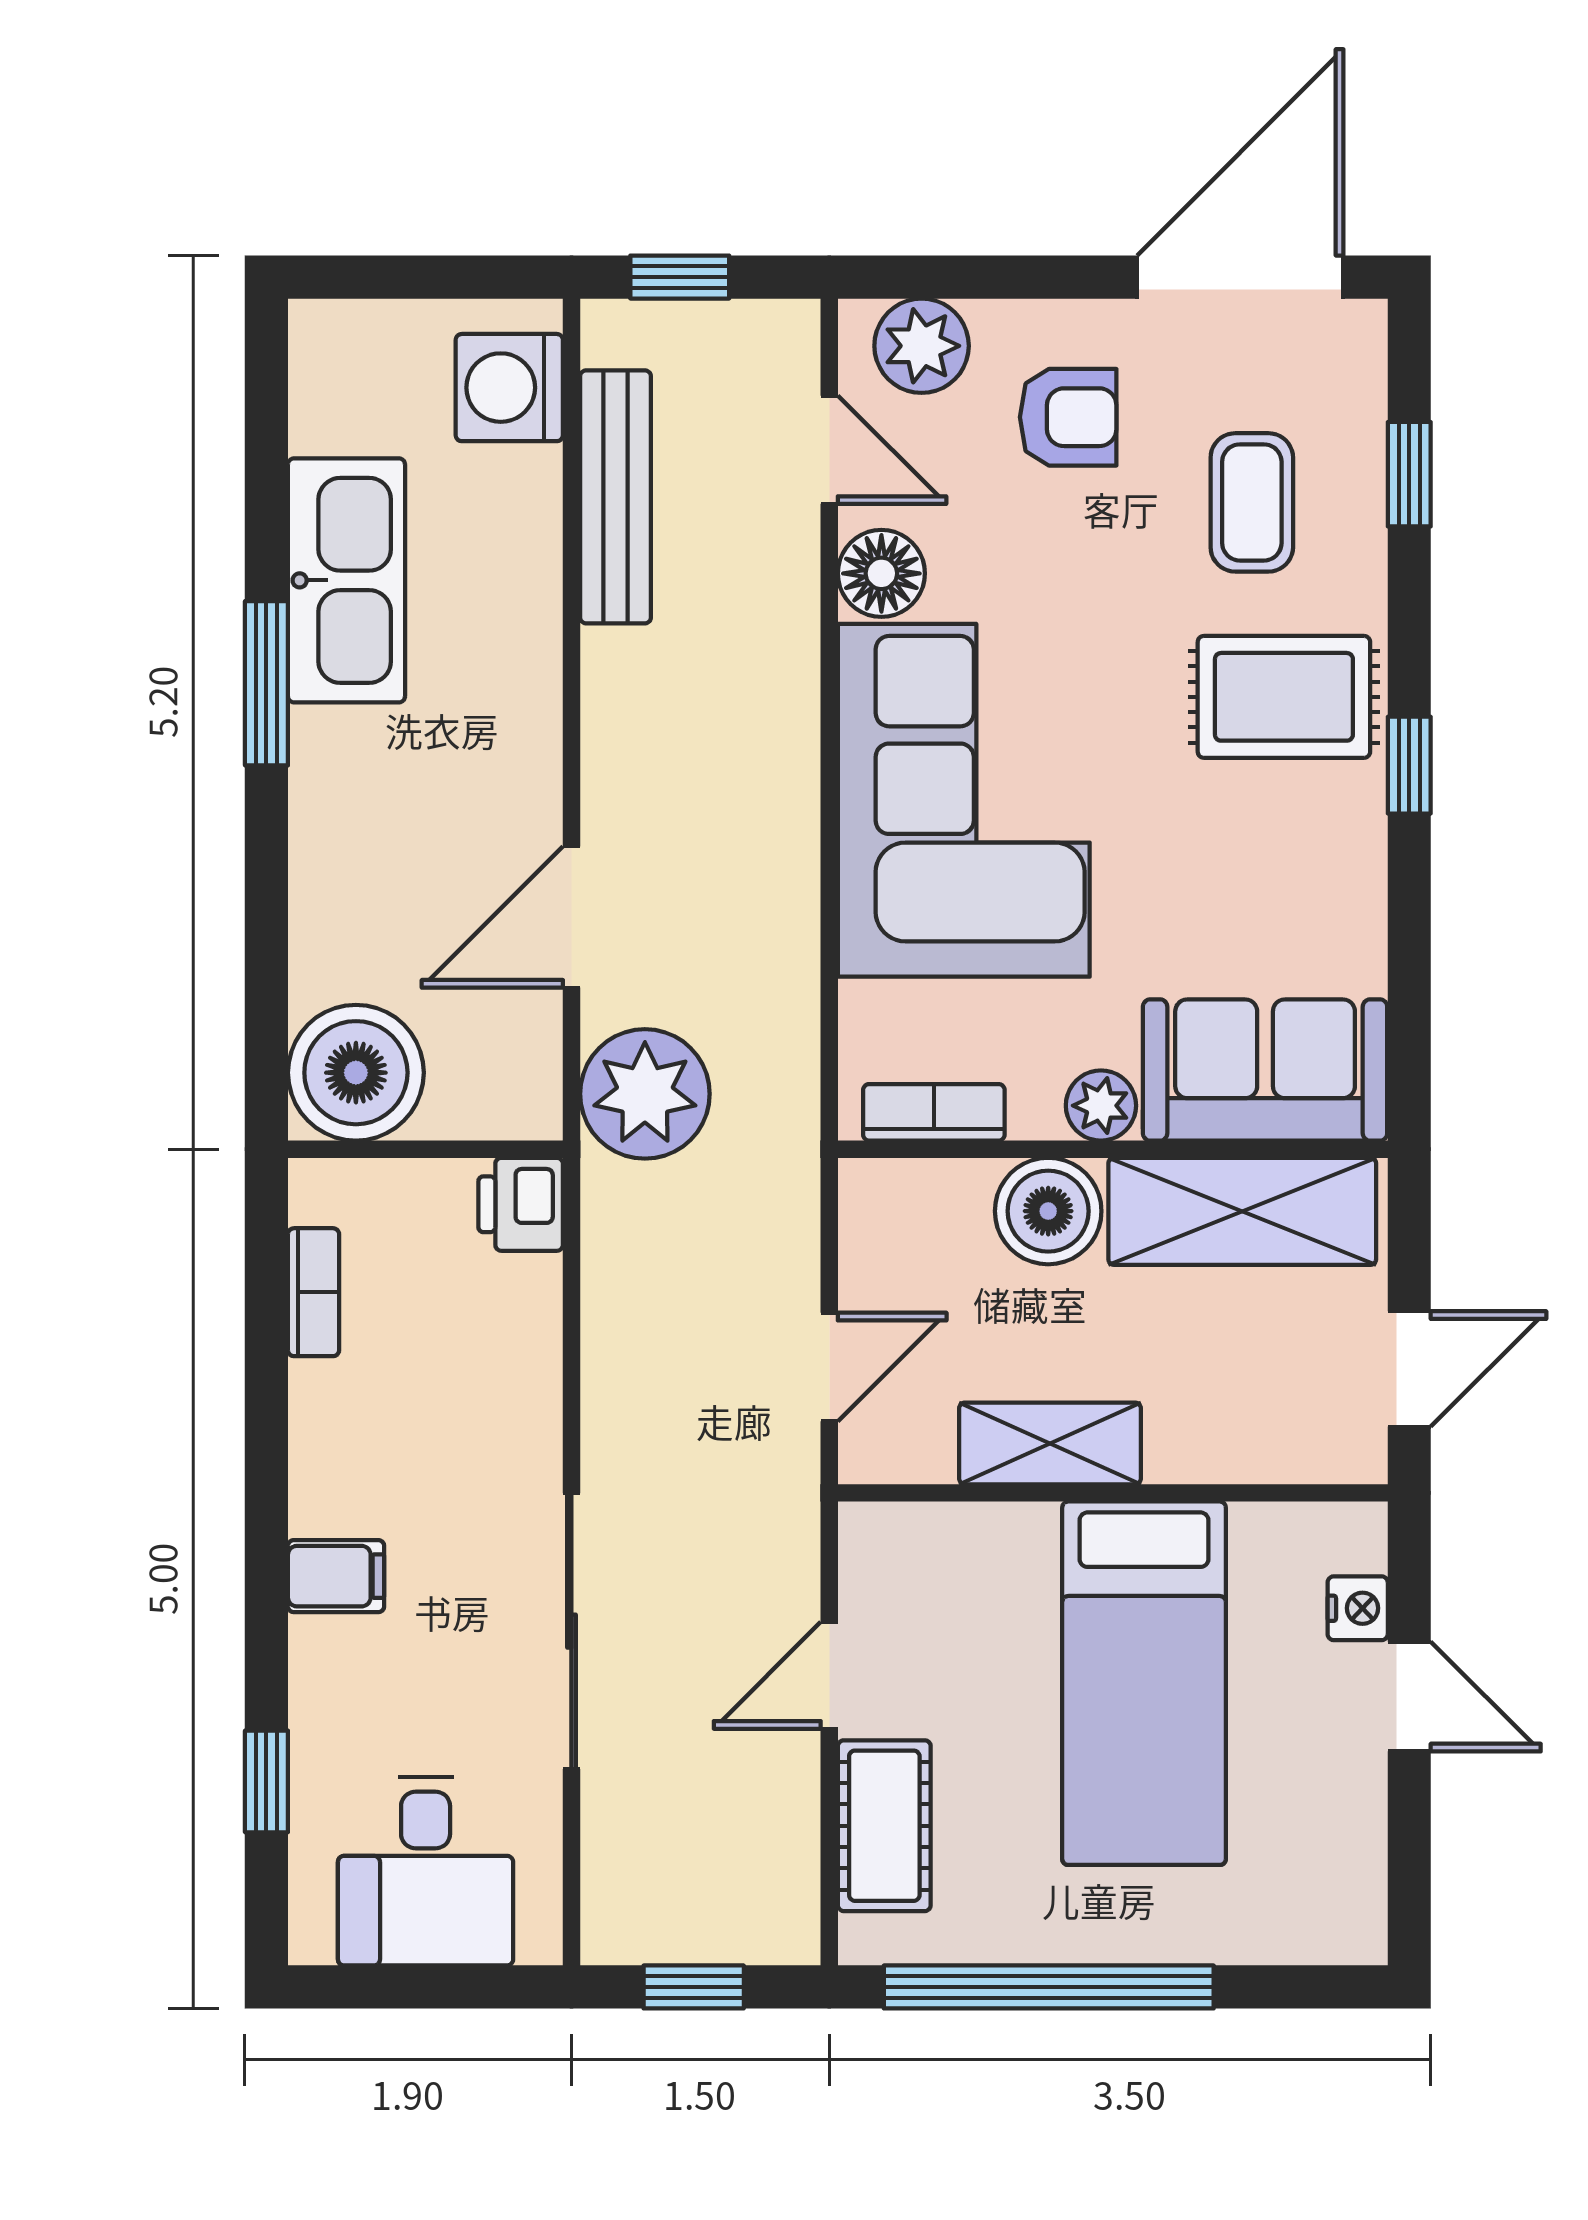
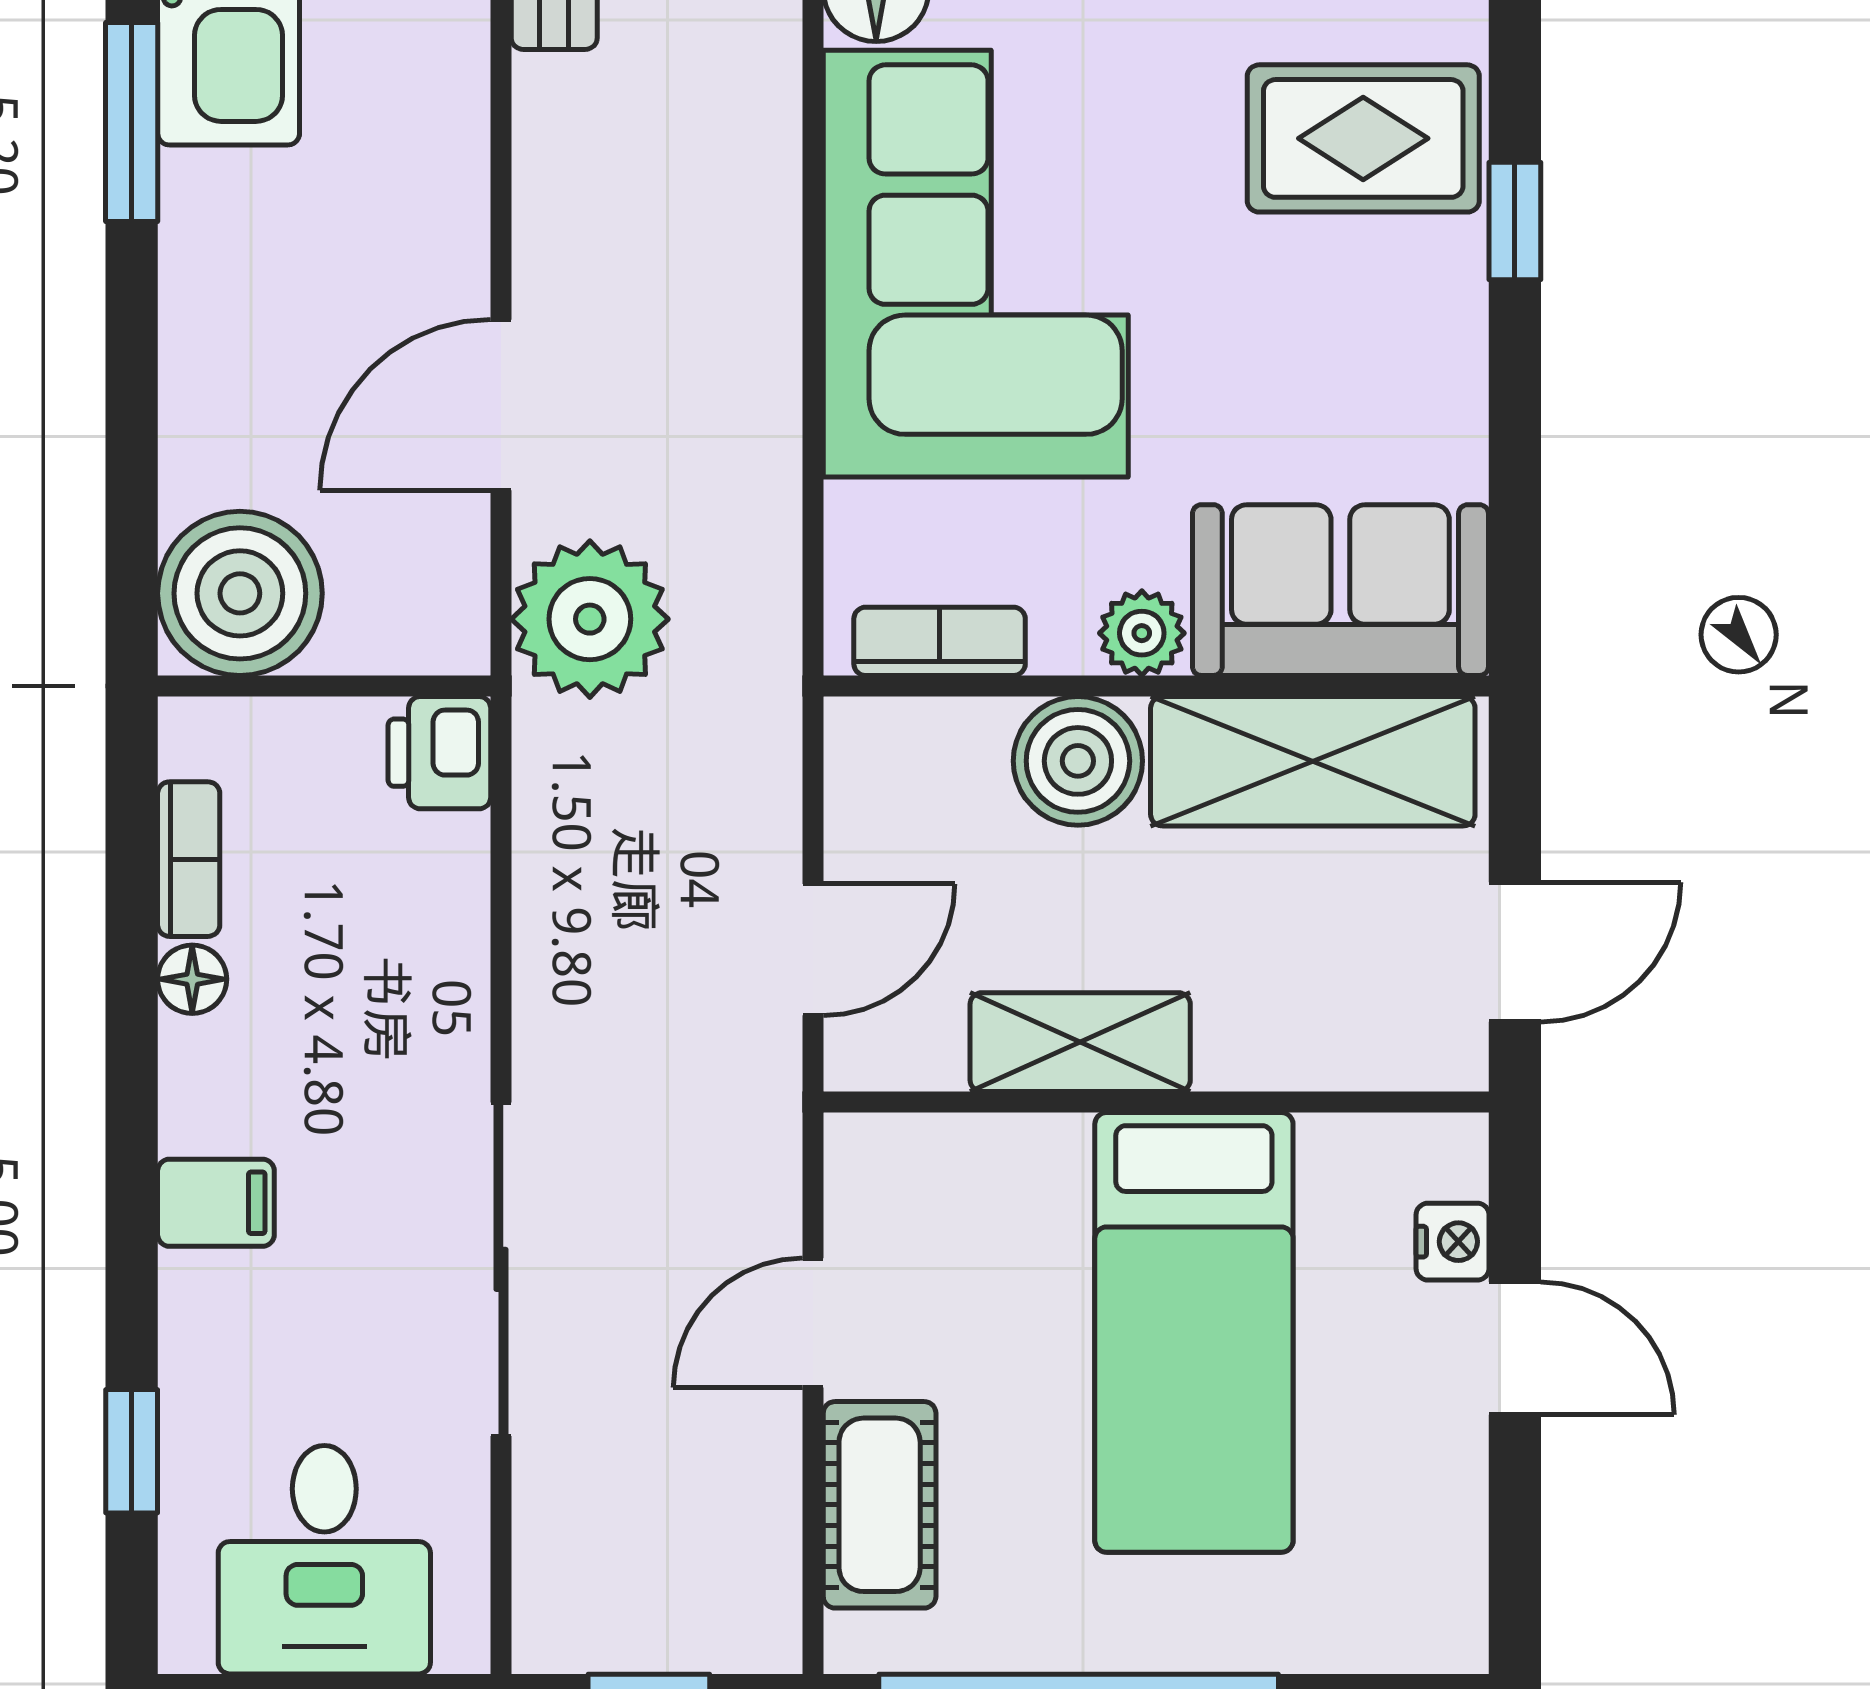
floor lamp: (316, 1391) -> (192, 979), added

